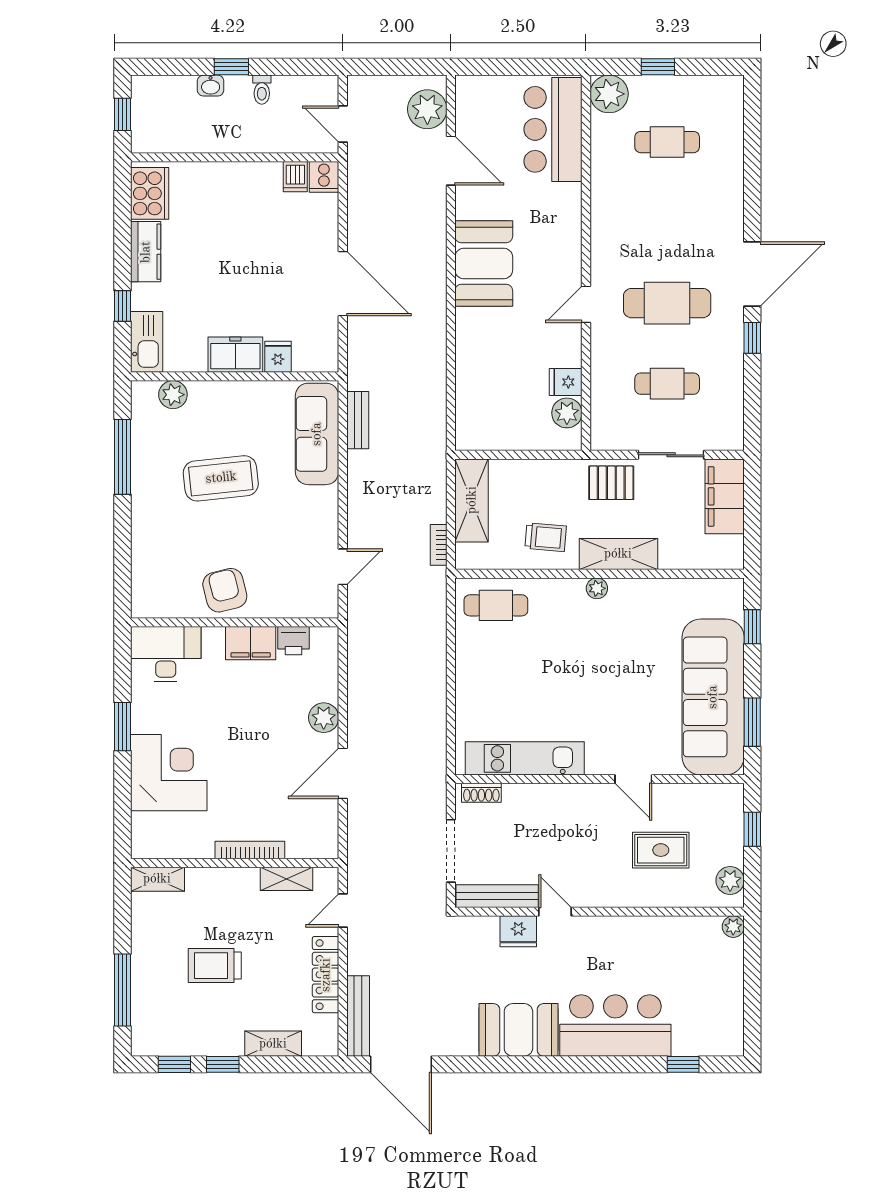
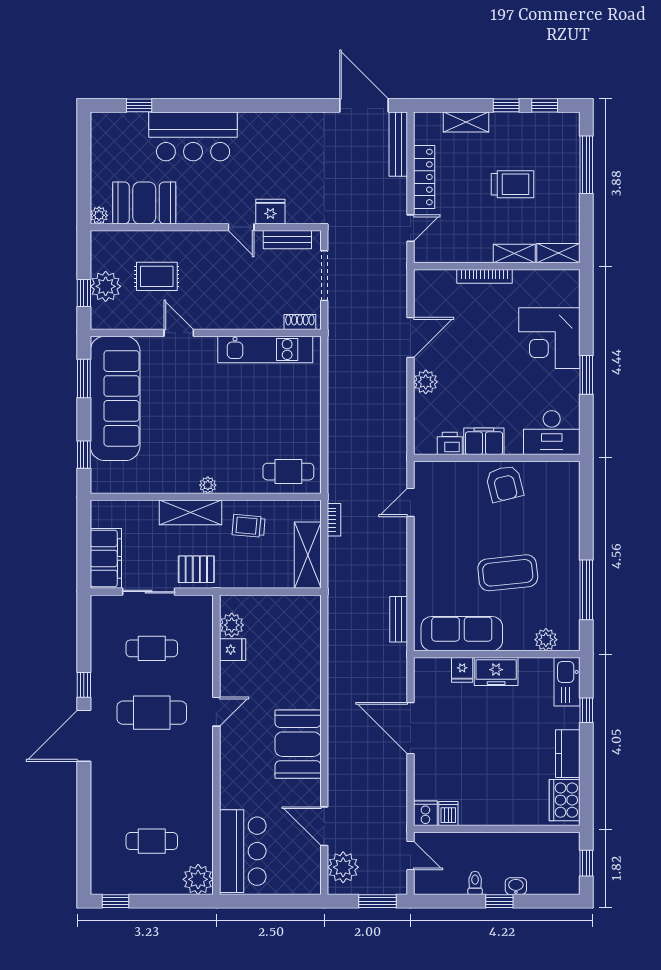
window: (384, 67) -> (378, 901), added
window: (658, 67) -> (116, 901), moved
sofa: (317, 434) -> (462, 634), moved, turned -90
shelving: (286, 879) -> (514, 253), moved
plant: (730, 880) -> (106, 286), moved, width x1.36, depth x1.36
bench: (497, 896) -> (287, 240), width x0.73
booth: (518, 1030) -> (144, 203), moved

